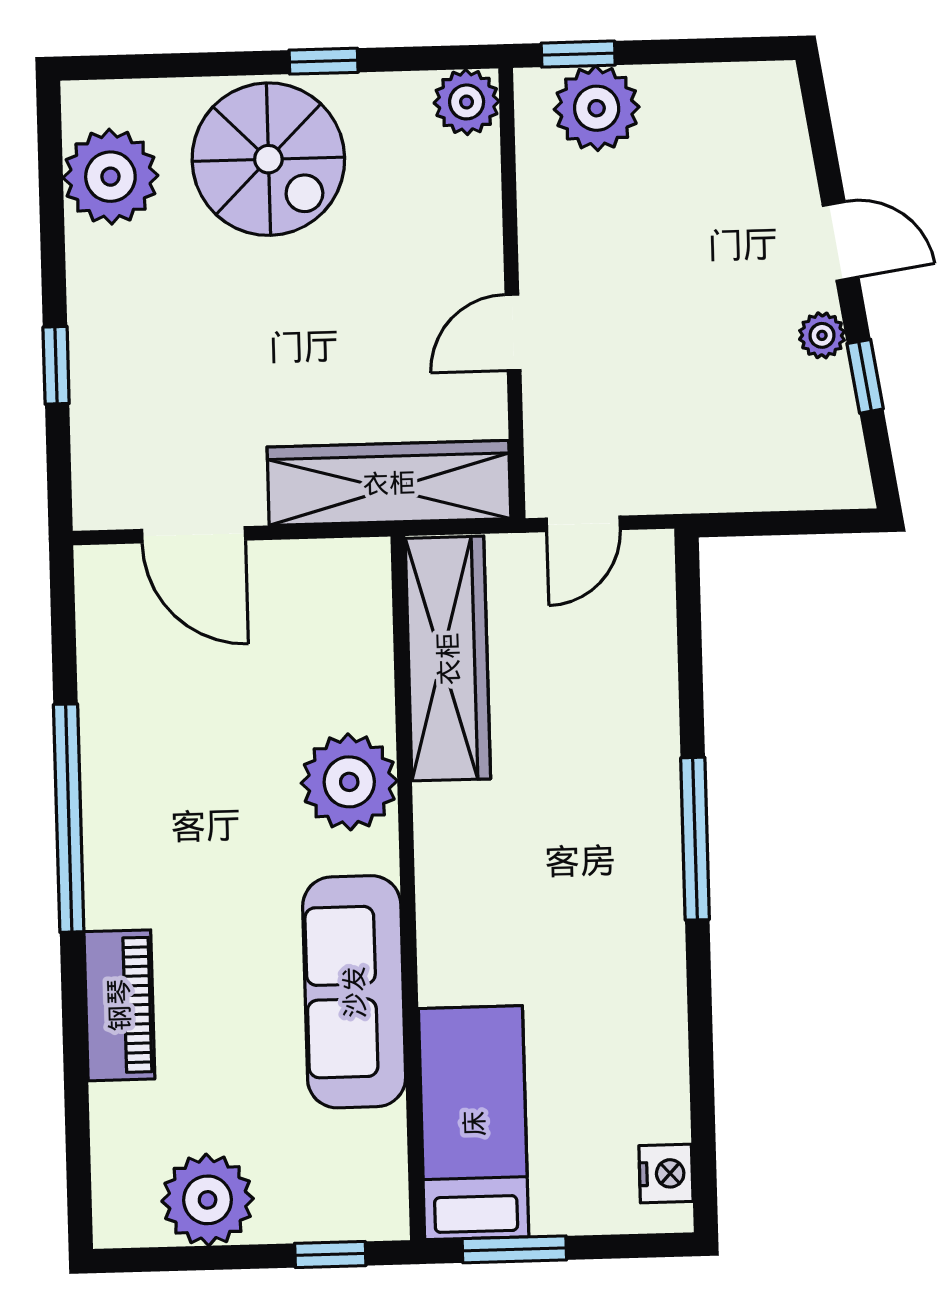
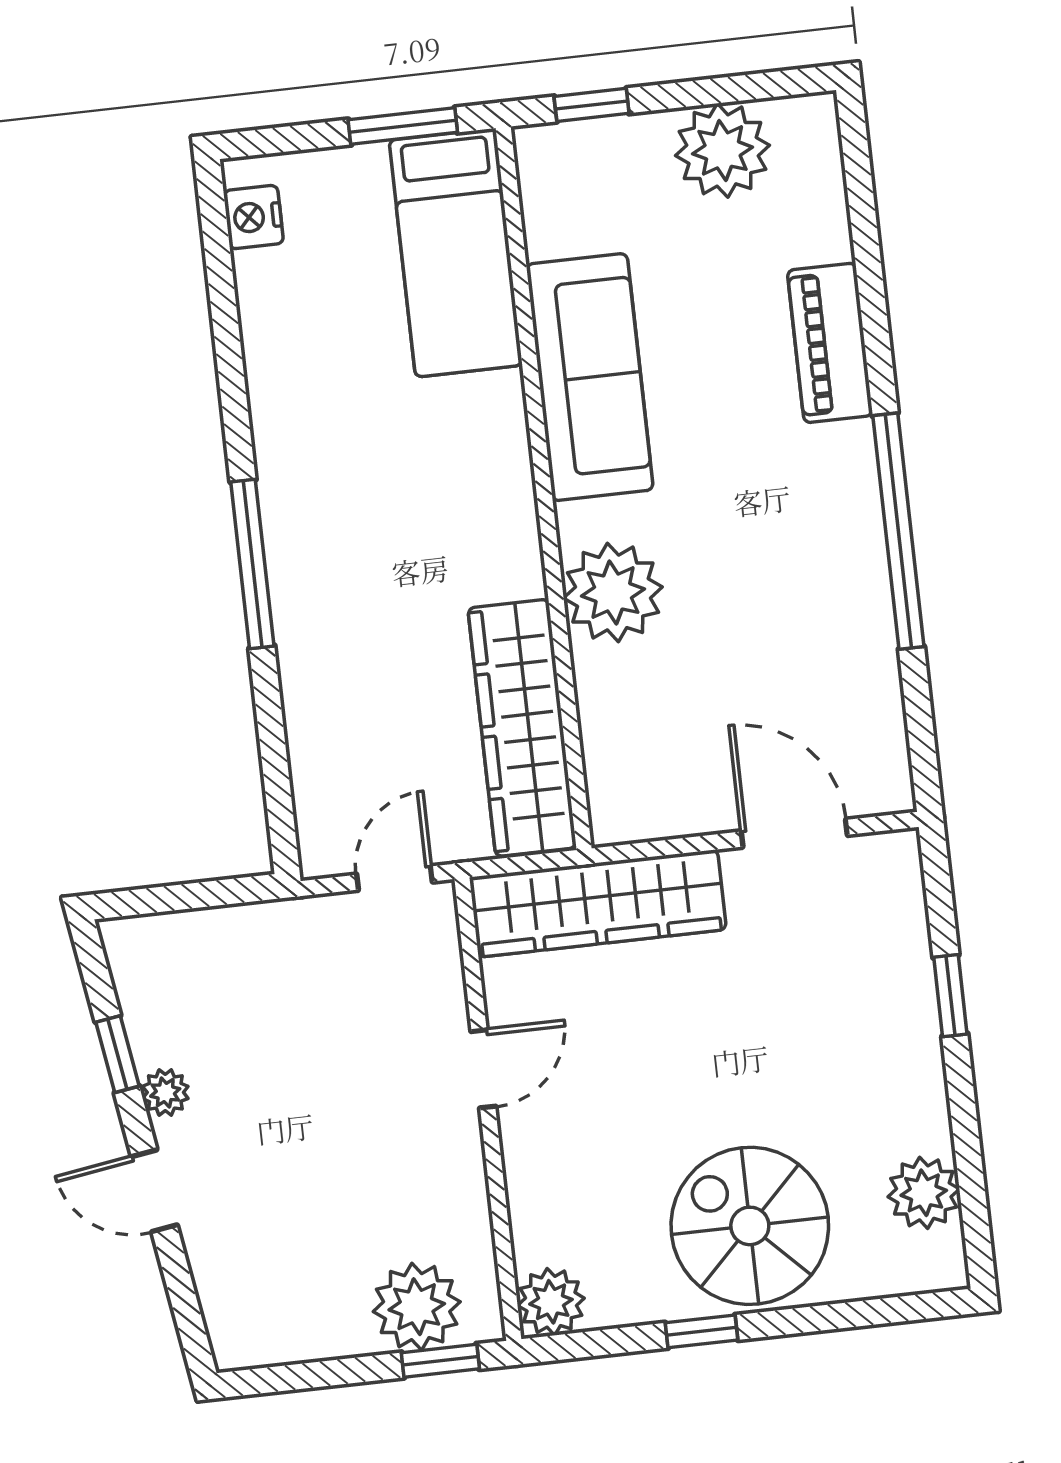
plant: (110, 177) -> (924, 1193), width x0.73, depth x0.73

